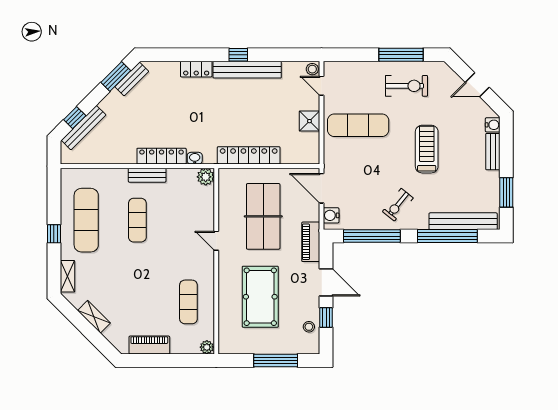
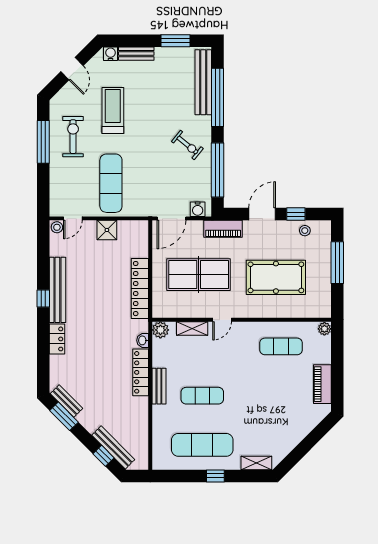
treadmill: (427, 149) -> (113, 111), moved, turned 90
shelving: (94, 317) -> (192, 329), moved, turned 45

